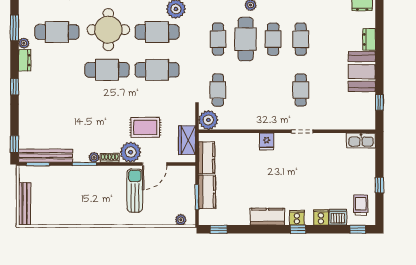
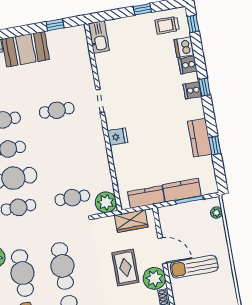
kitchen counter: (267, 217) -> (200, 138), moved
window: (219, 229) -> (215, 146), moved

